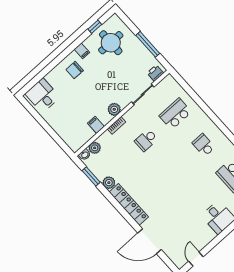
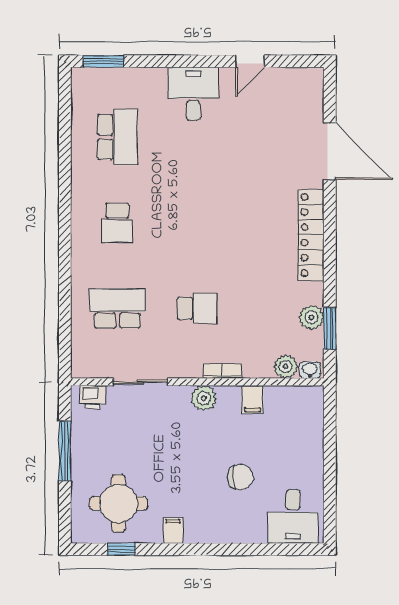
chair: (75, 70) -> (240, 477), moved
school desk: (175, 114) -> (118, 308), turned 180
plant: (109, 183) -> (311, 317), moved
door: (196, 259) -> (250, 61), moved

